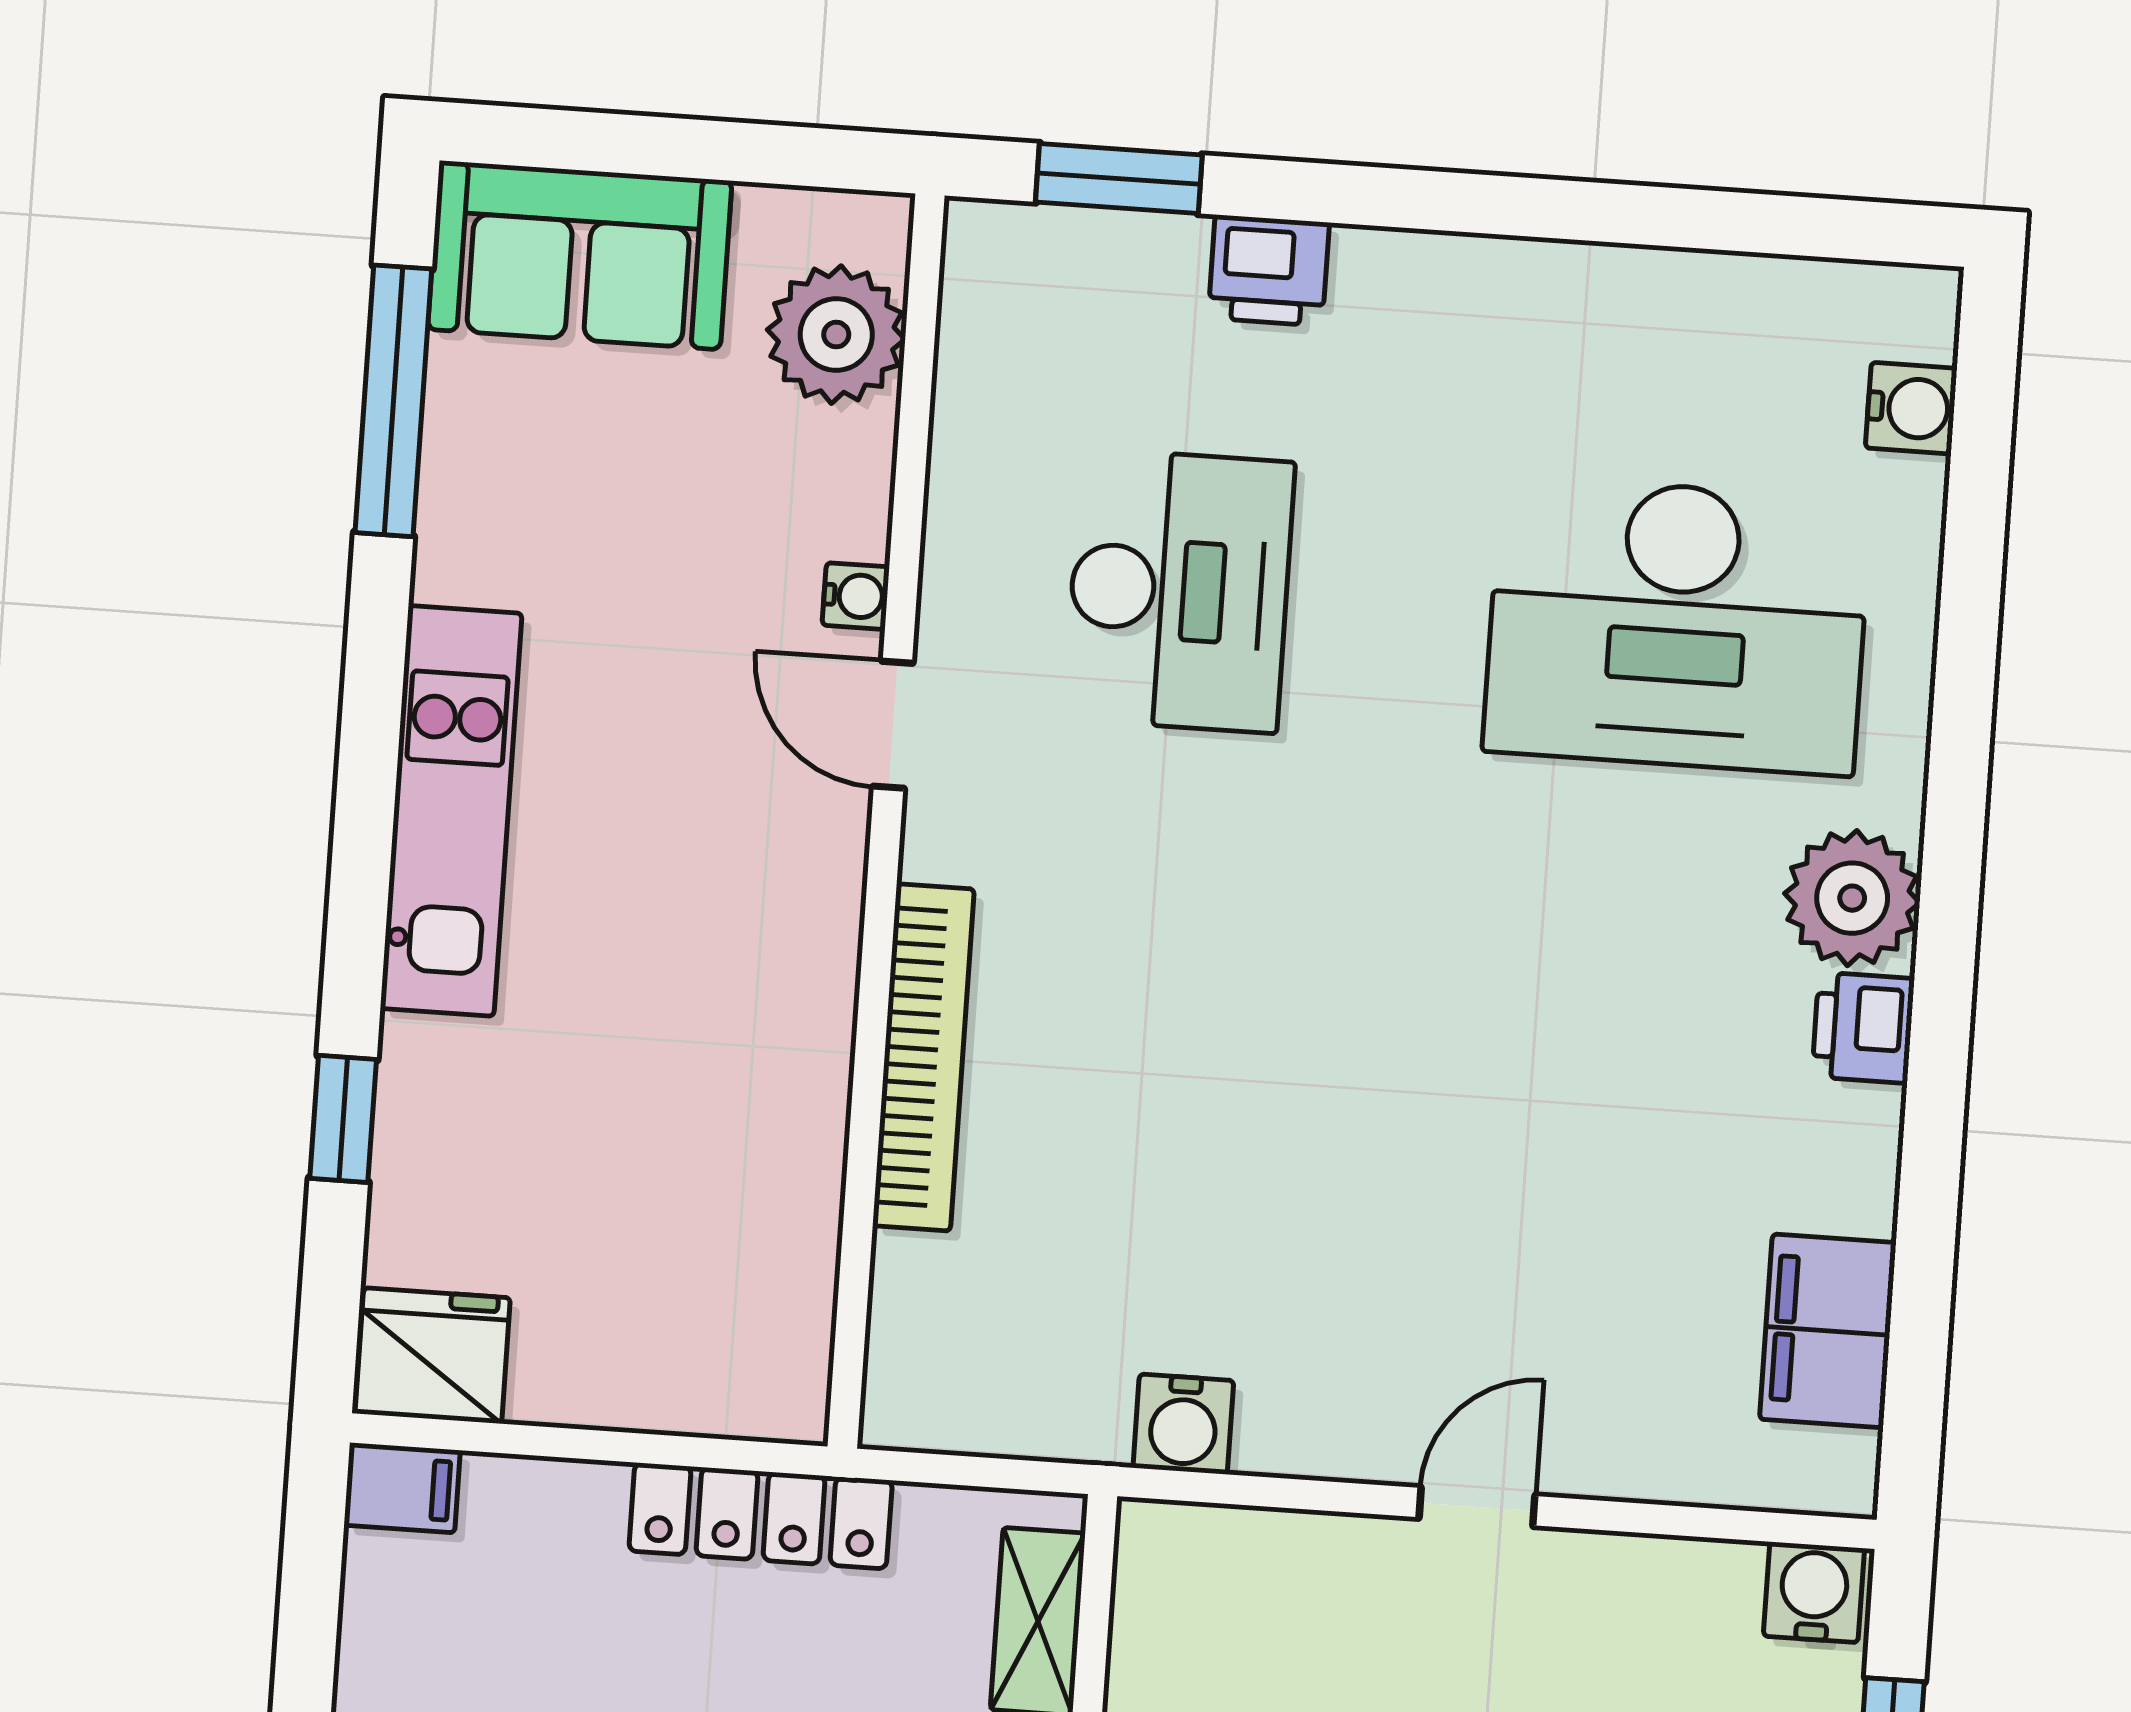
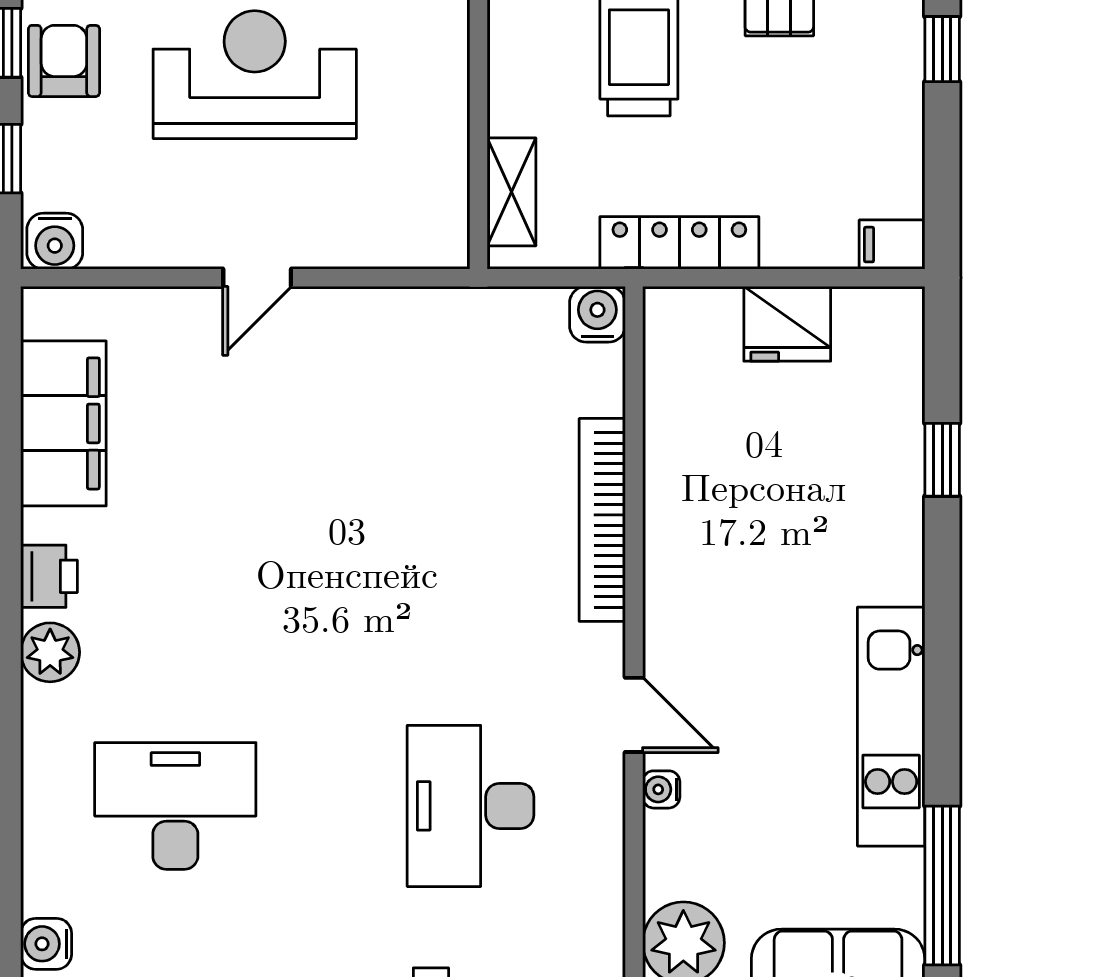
desk: (1677, 625) -> (175, 806), width x0.73, depth x0.77
kitchen unit: (451, 811) -> (891, 727), moved
plant: (1852, 898) -> (50, 652), width x0.73, depth x0.73
filing cabinet: (1828, 1331) -> (63, 423), width x1.50, depth x1.17
fridge: (433, 1356) -> (787, 324), moved
water cooler: (1183, 1424) -> (597, 314), moved

